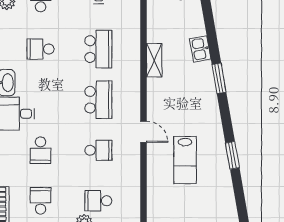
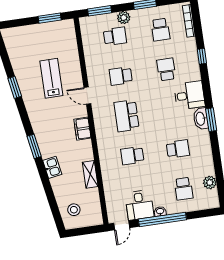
school desk: (98, 49) -> (132, 156), width x0.54
shelving: (154, 60) -> (90, 174), moved
filing cabinet: (156, 92) -> (82, 129), added

